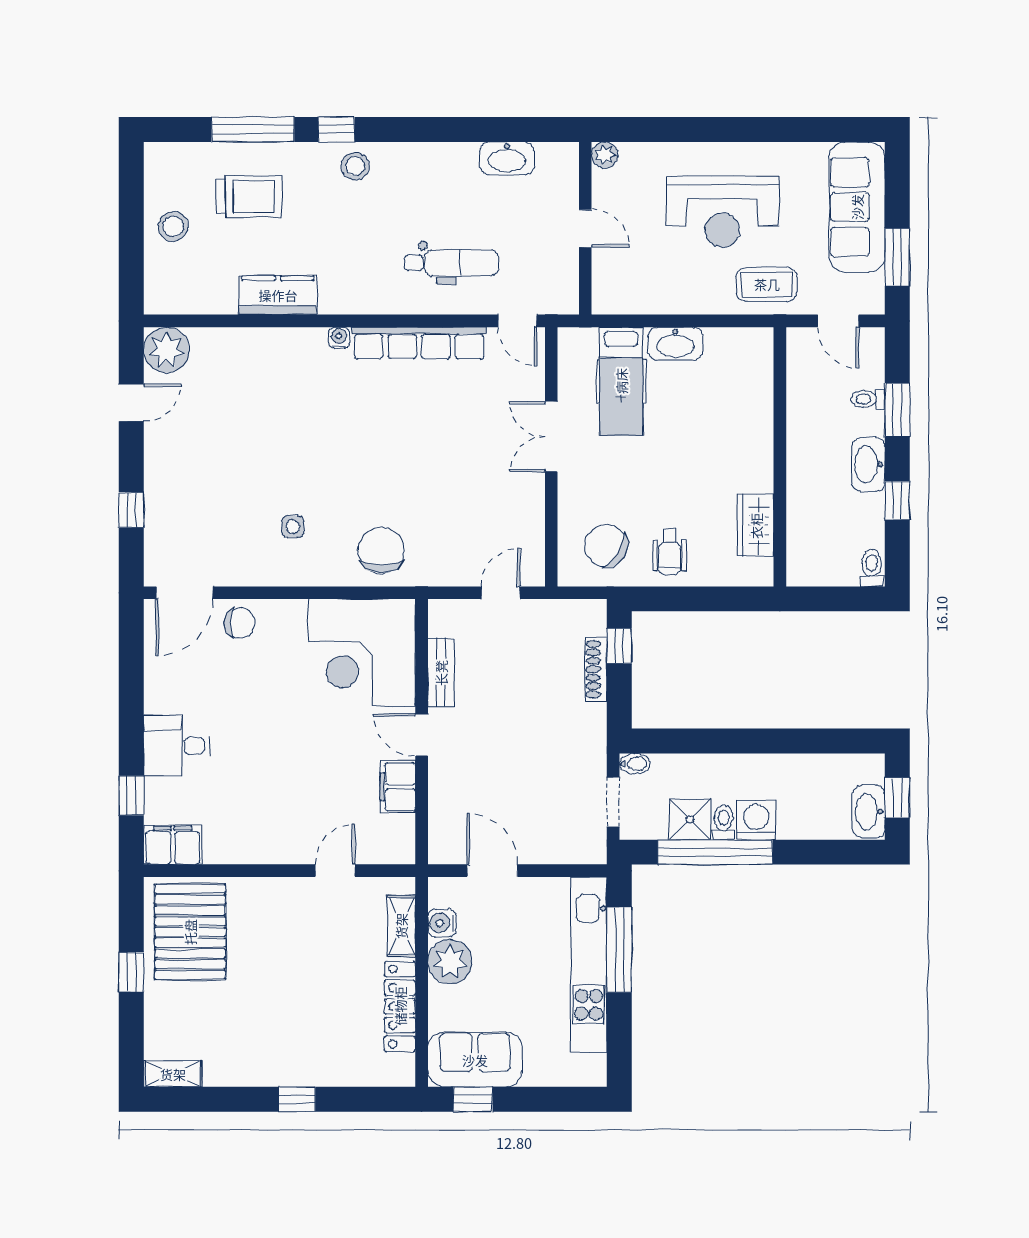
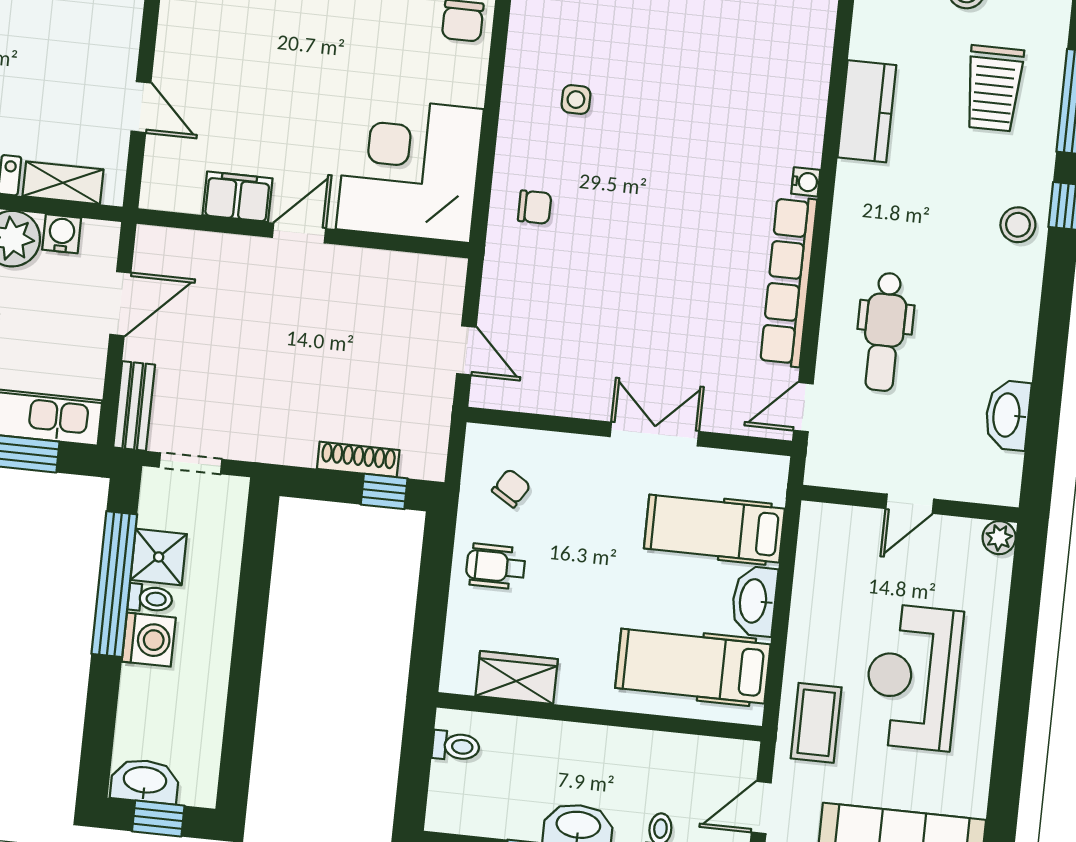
hospital bed: (732, 387) -> (693, 666), added
chair: (606, 546) -> (511, 488), width x0.54, depth x0.54
chair: (381, 550) -> (535, 207), width x0.54, depth x0.54
toilet: (872, 568) -> (456, 746), moved
bench: (441, 673) -> (134, 406), moved, turned 90
bidet: (635, 764) -> (235, 495), removed

